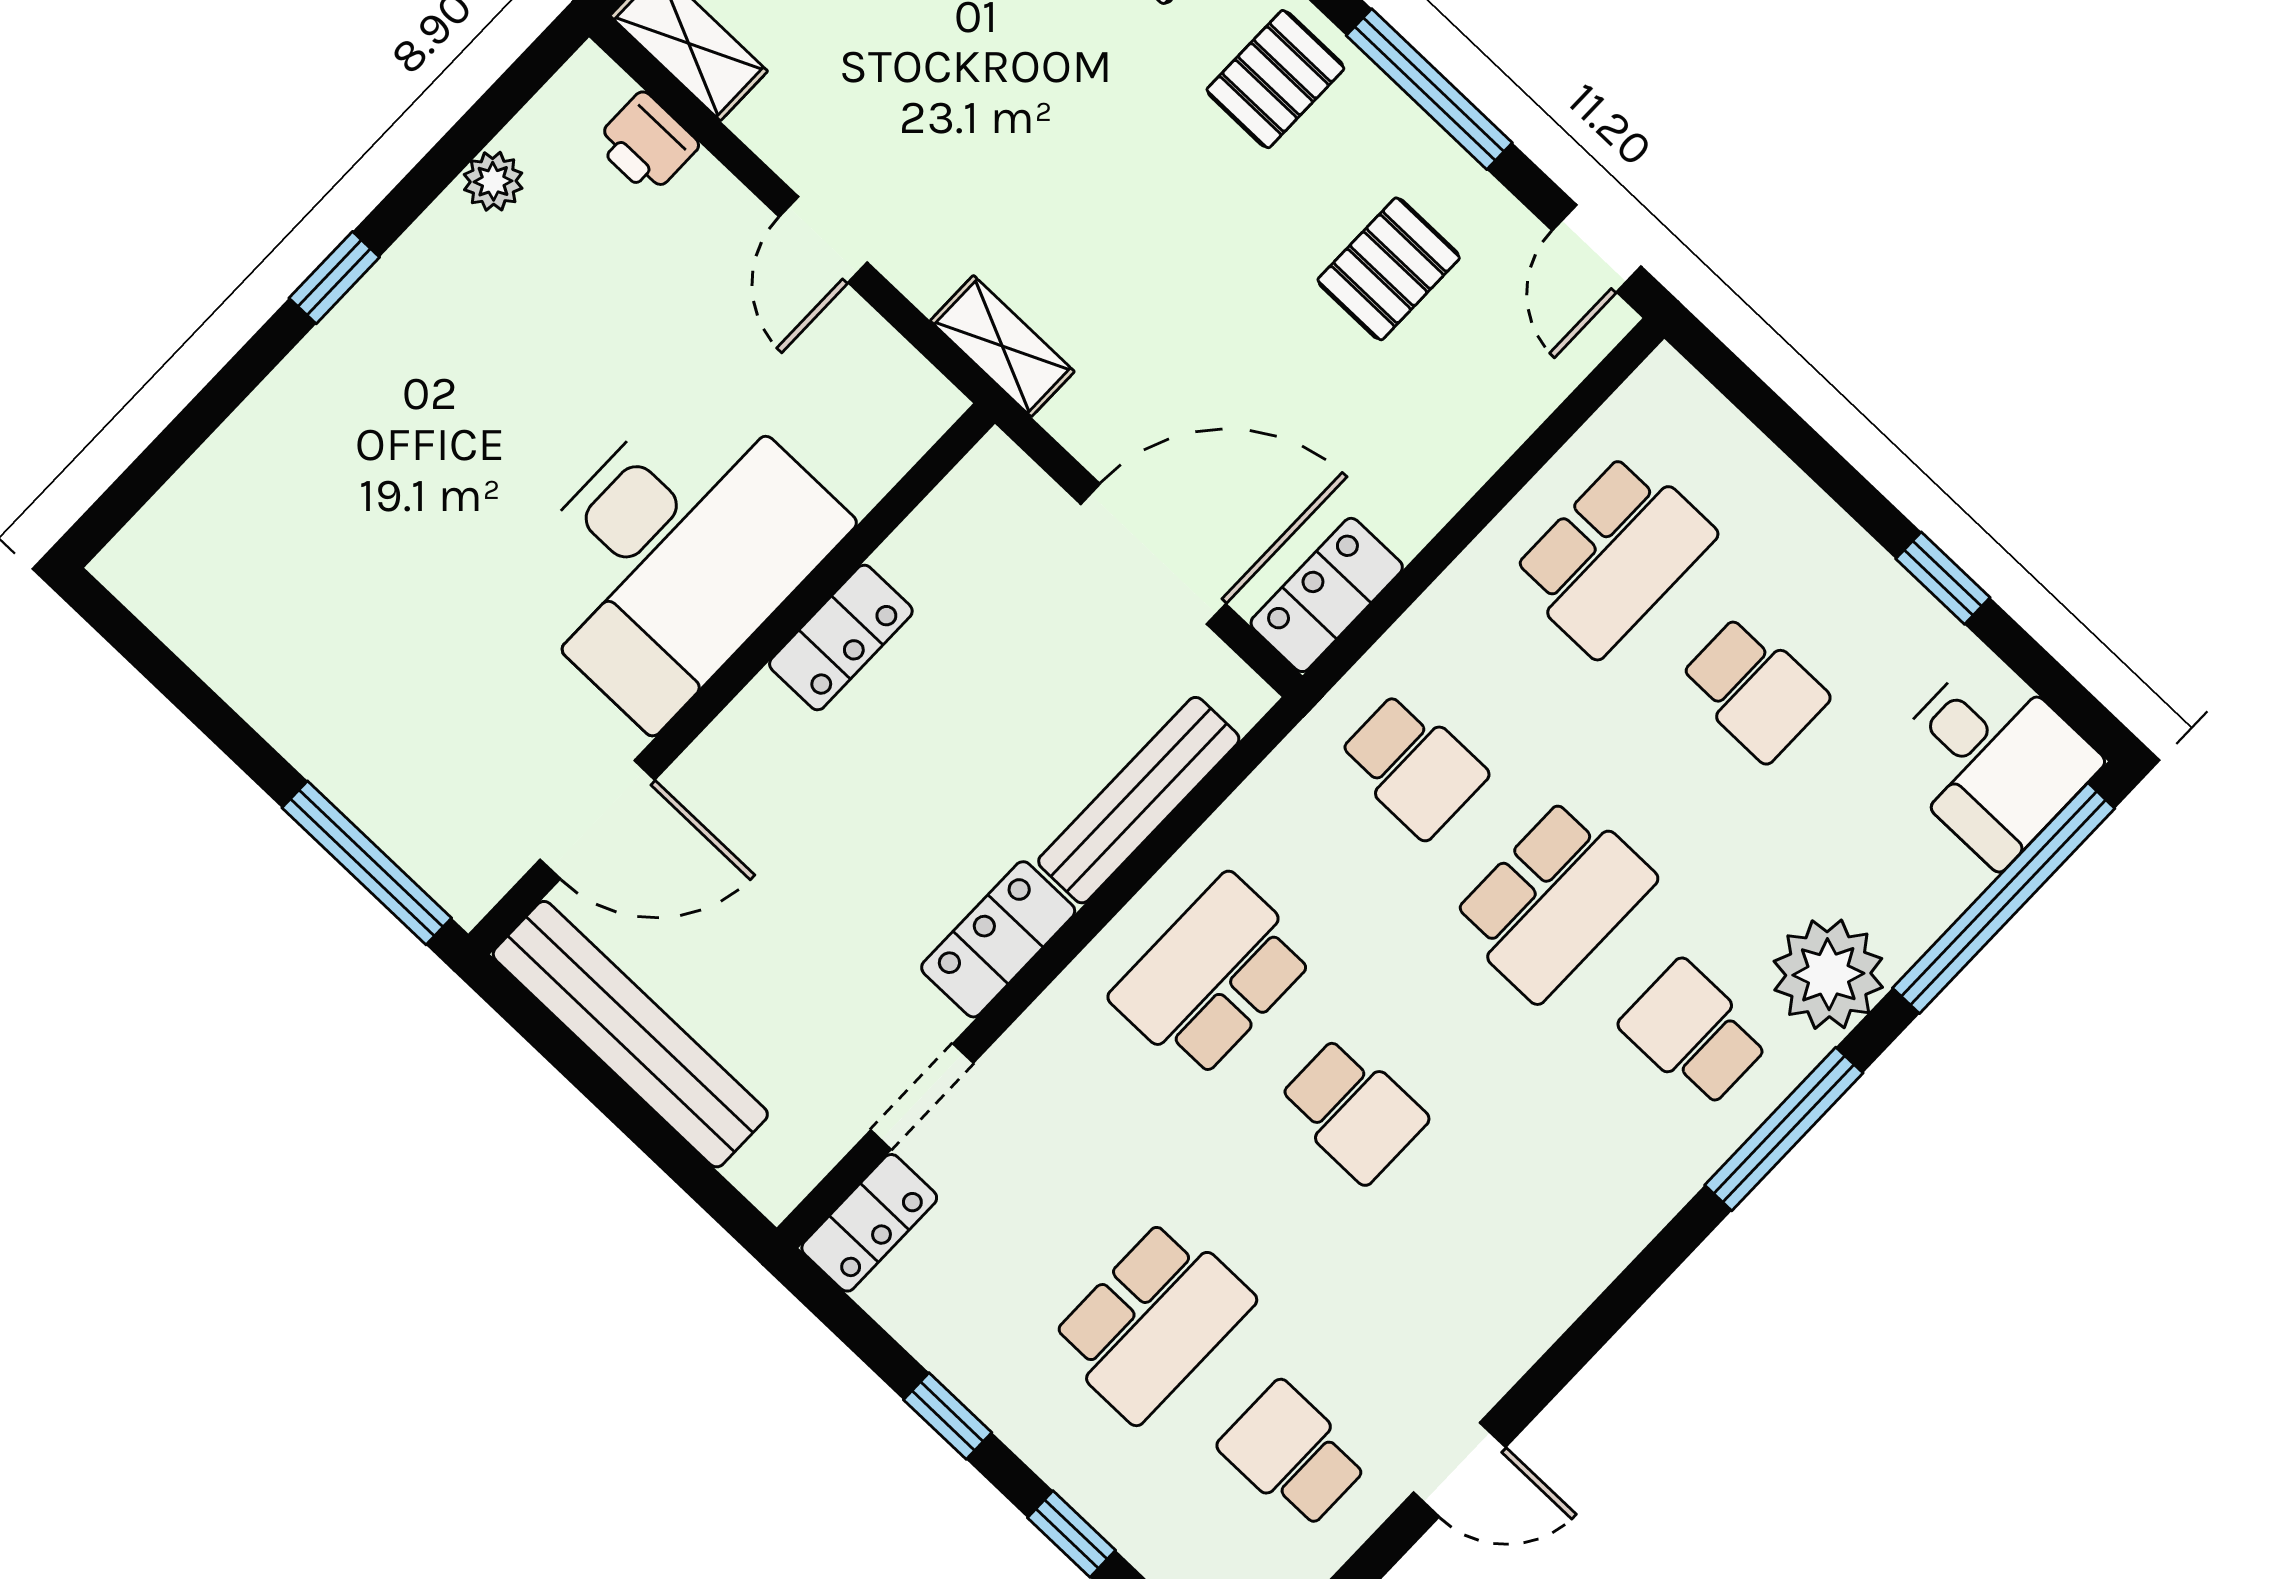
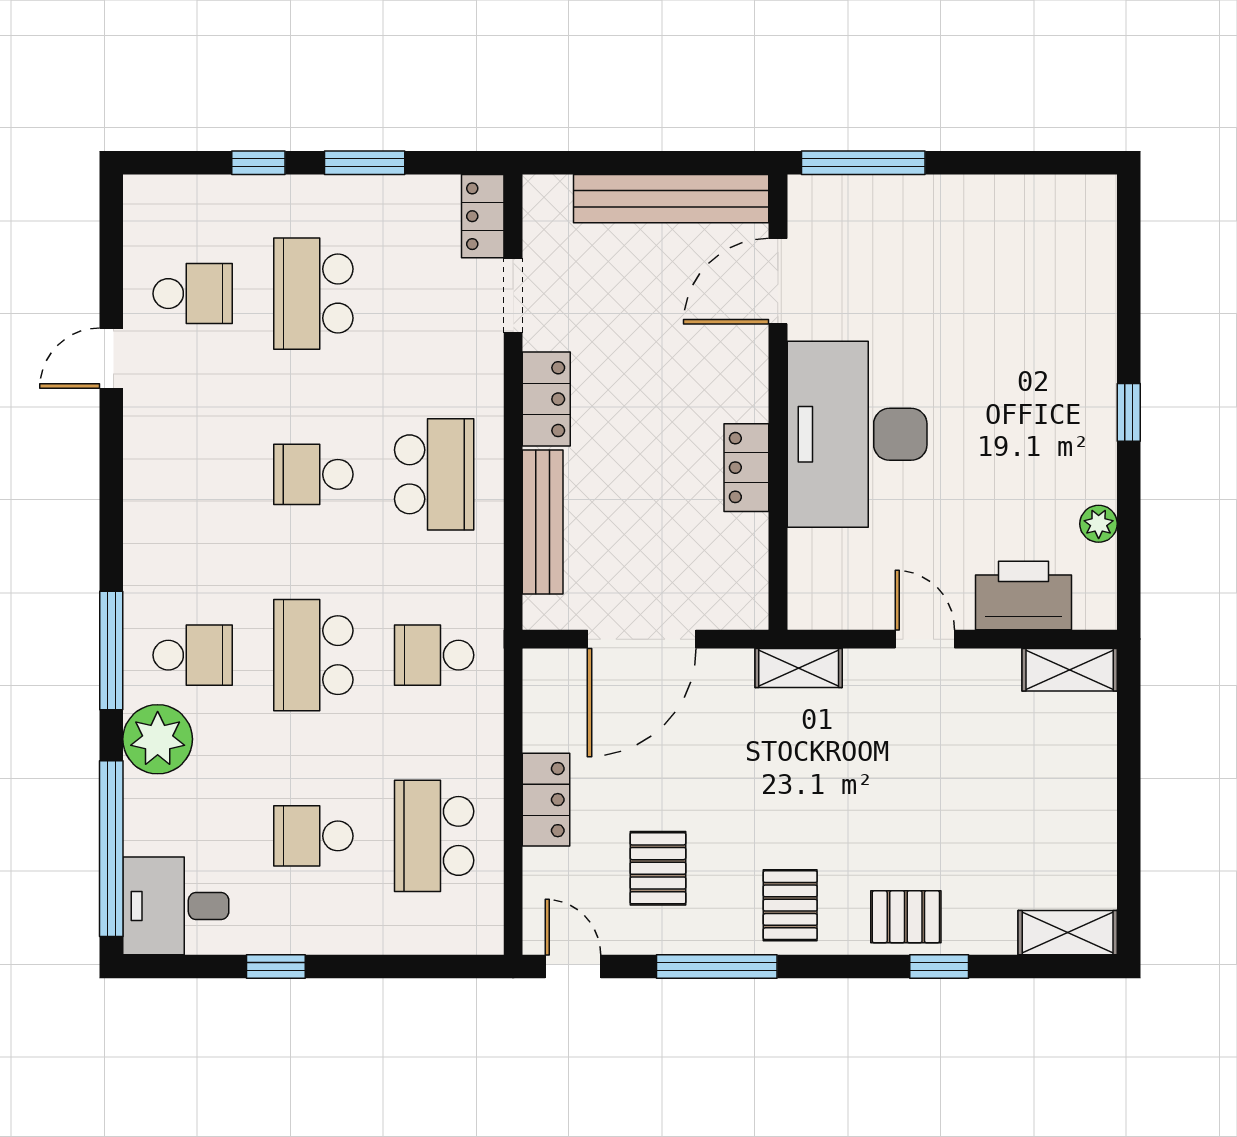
printer: (646, 144) -> (1023, 595), width x1.87, depth x1.48
locker: (1327, 595) -> (546, 800), moved
window: (948, 1416) -> (365, 163), width x1.50

